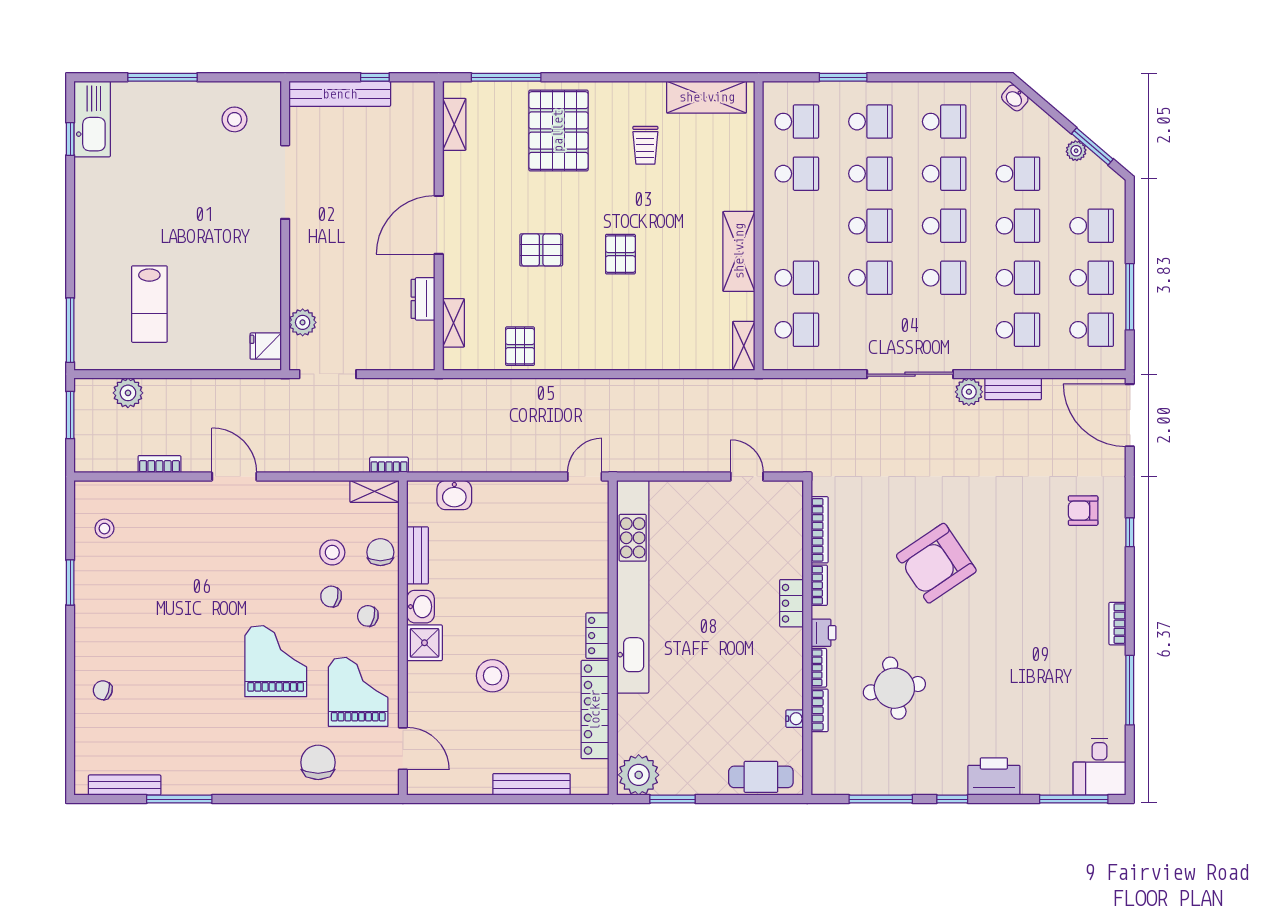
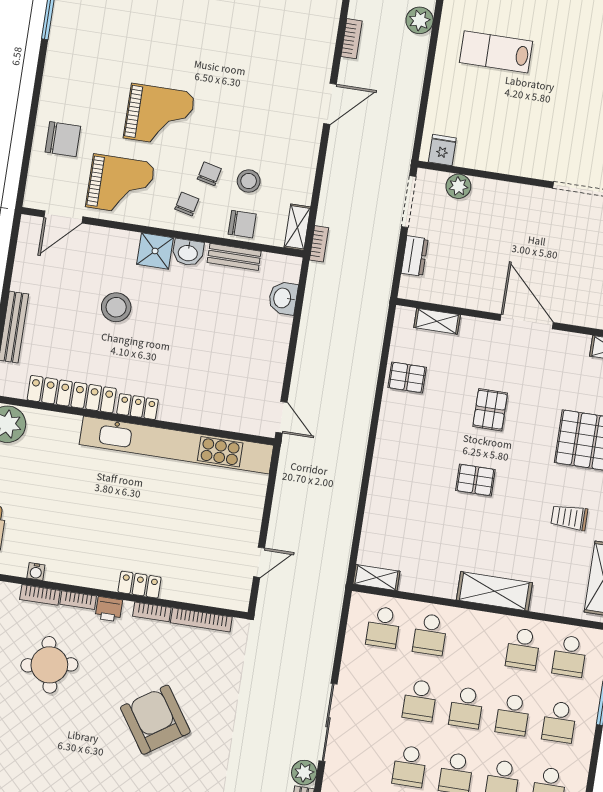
shelving: (739, 251) -> (494, 591), moved
dresser: (423, 299) -> (415, 256), moved, turned 90

